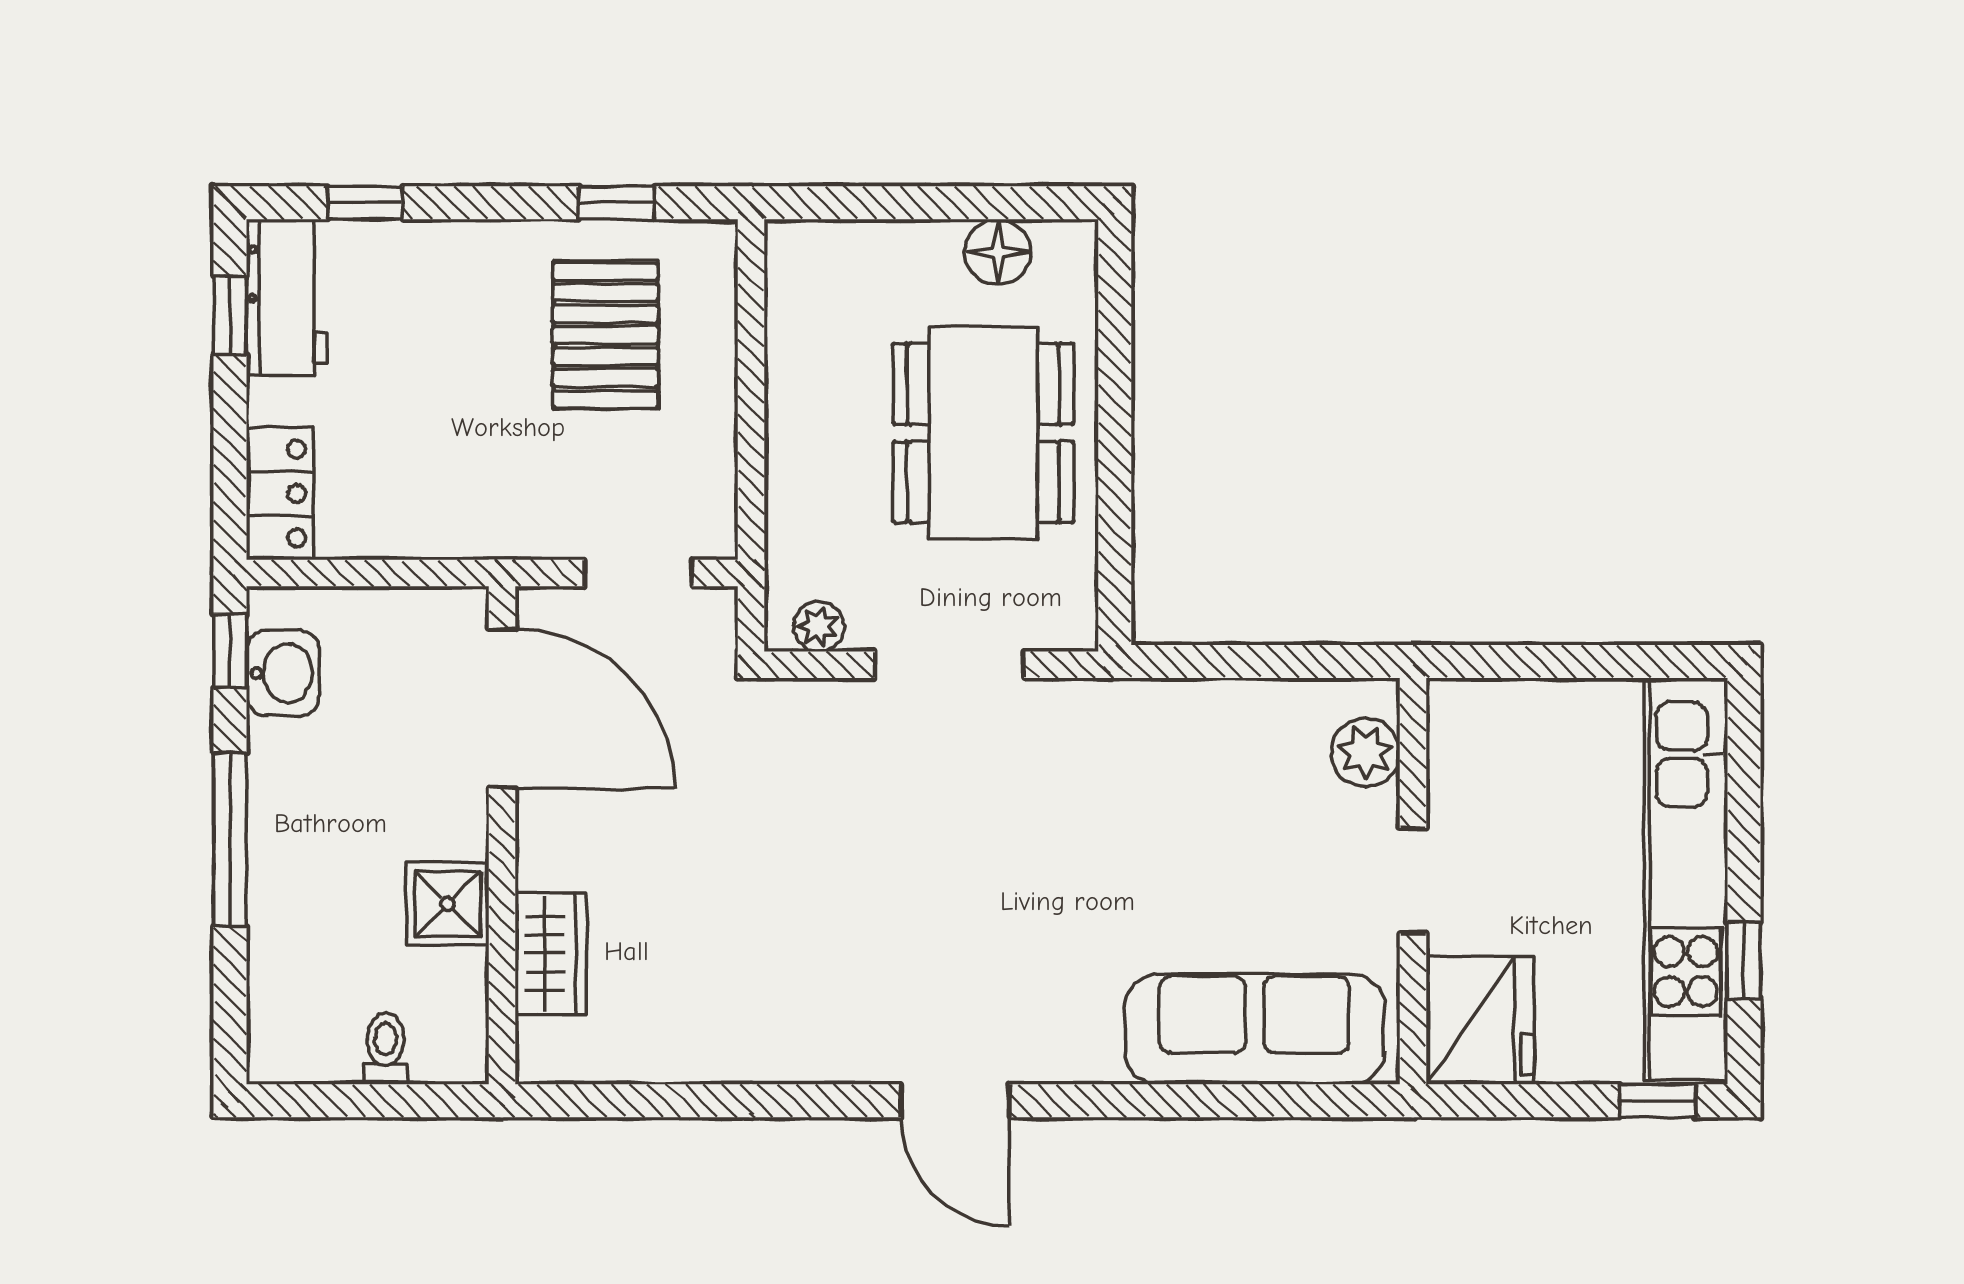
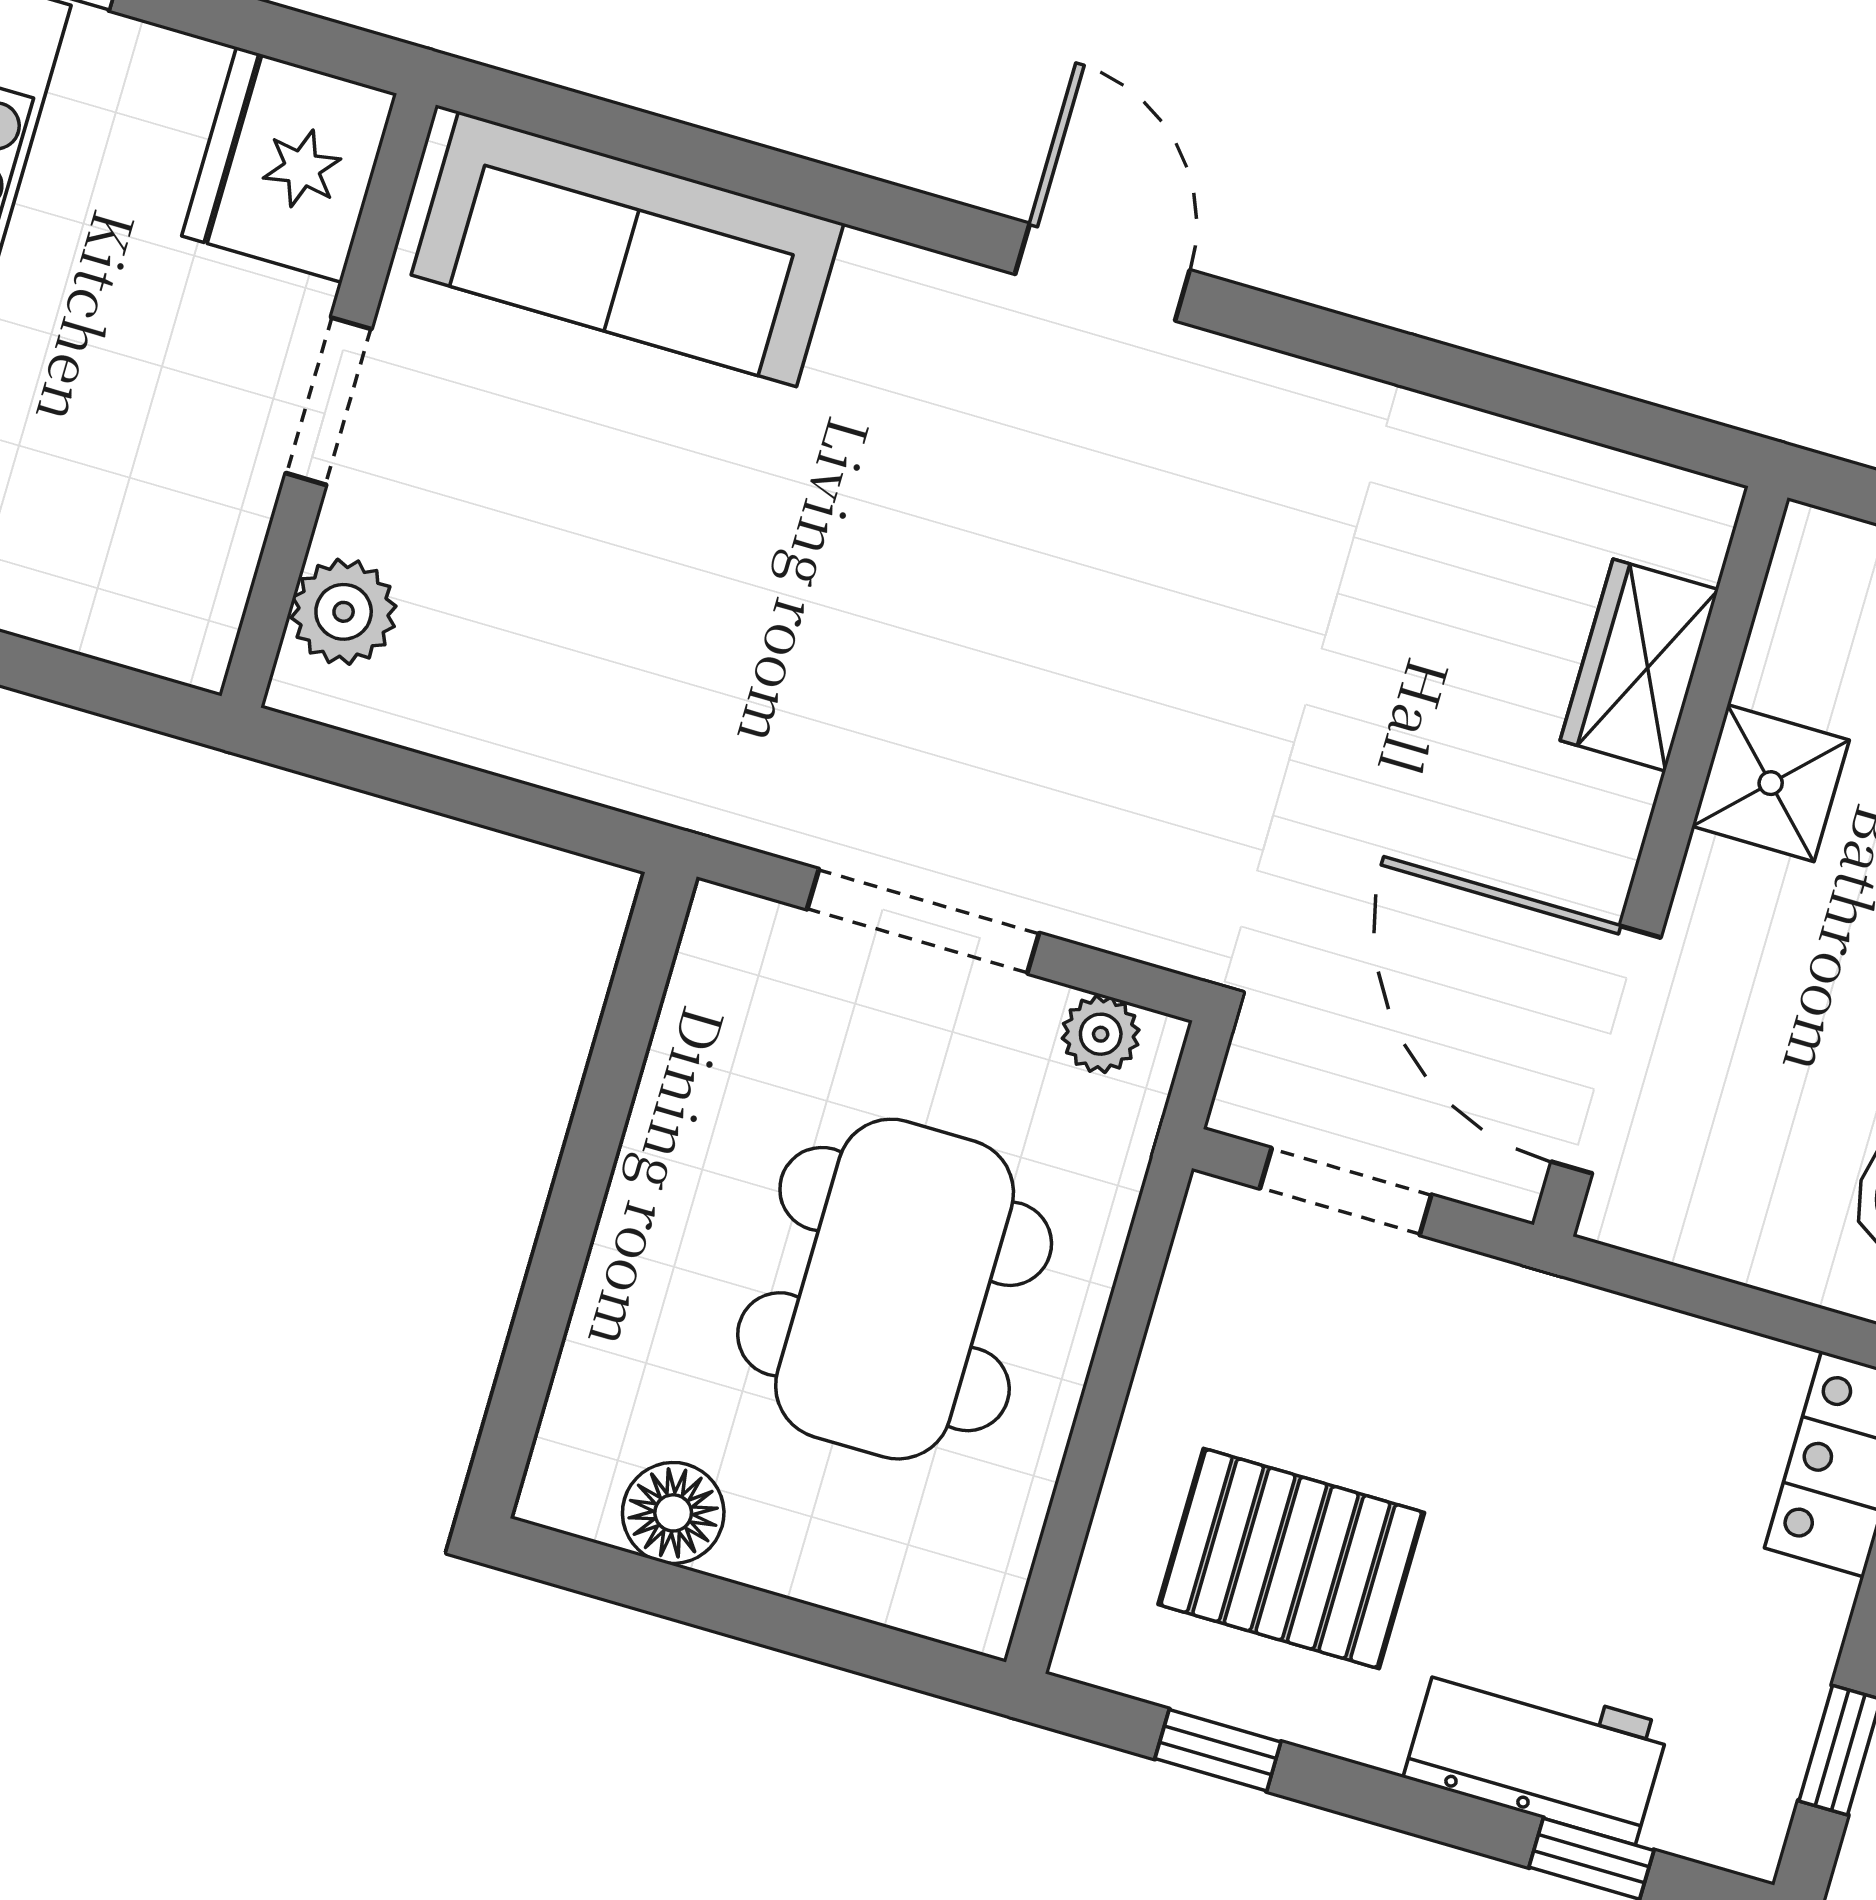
workbench: (287, 297) -> (1536, 1751), moved, turned 90
pallet: (606, 335) -> (1291, 1559), turned 90
dining table: (983, 433) -> (895, 1289), moved

